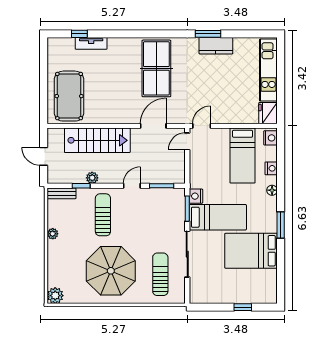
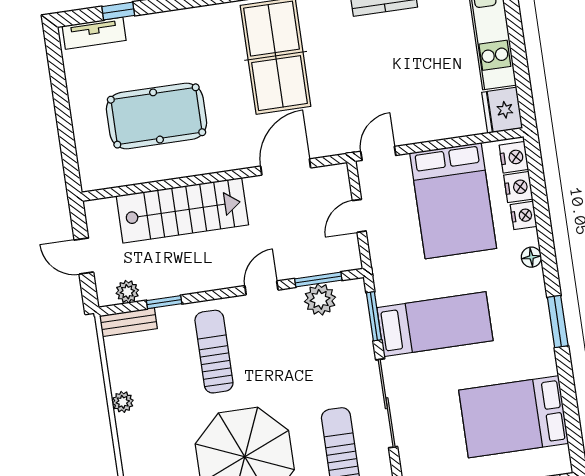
tv unit: (91, 43) -> (94, 33), moved
pool table: (69, 96) -> (156, 116), moved, turned 90
door: (187, 141) -> (359, 216), moved
bed: (243, 156) -> (453, 201), width x1.50
plant: (92, 178) -> (127, 292), moved
plant: (161, 196) -> (320, 299), added
nightstand: (196, 196) -> (518, 187), moved, turned 180
bed: (251, 251) -> (514, 417), moved

